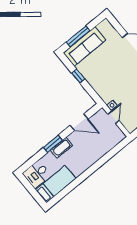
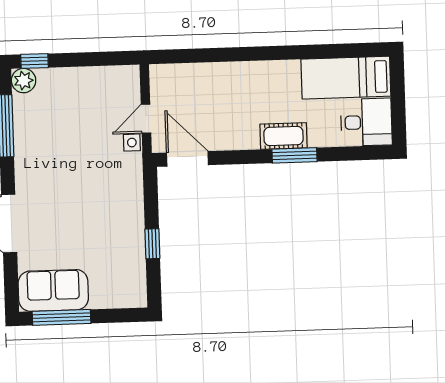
window: (78, 36) -> (61, 317), moved
sofa: (84, 46) -> (53, 290), moved, width x0.73
door: (79, 122) -> (187, 159), moved

